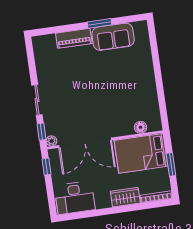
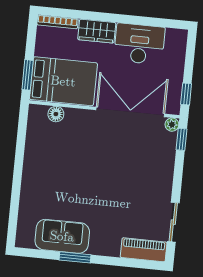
piano: (74, 38) -> (144, 250), moved
sliding door: (37, 100) -> (173, 222), moved
window: (171, 164) -> (28, 75), moved
desk: (75, 198) -> (139, 44), moved

